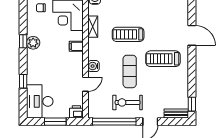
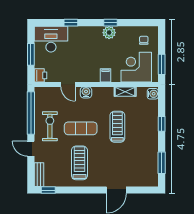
treadmill: (163, 59) -> (79, 163), moved

